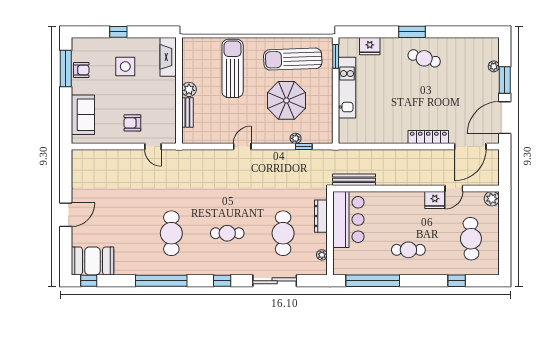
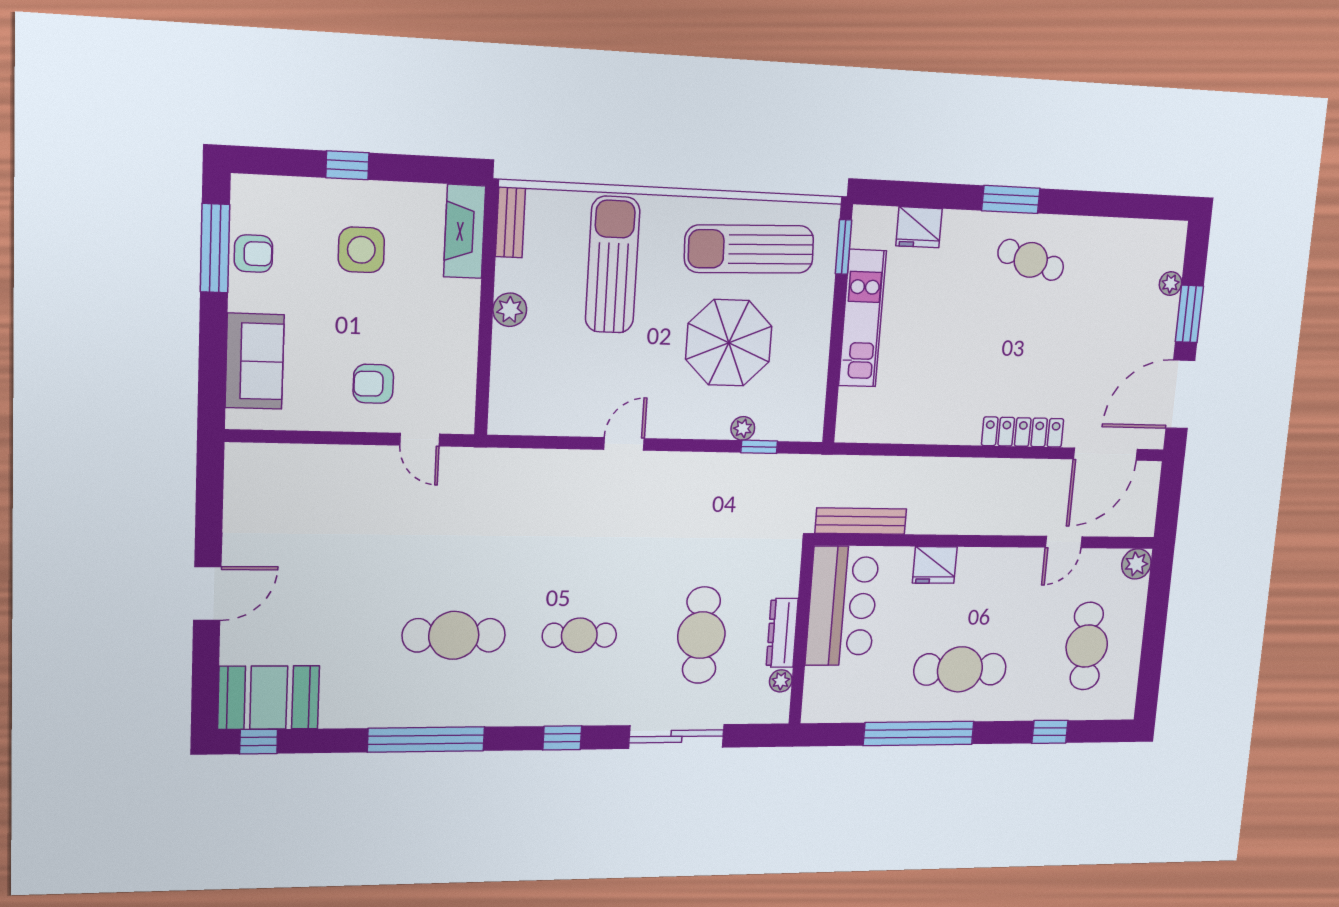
bench: (187, 113) -> (510, 222), moved
fridge: (435, 200) -> (935, 565), moved
dresser: (321, 216) -> (782, 633), moved
cafe table: (171, 233) -> (454, 635), turned 90
cafe table: (408, 250) -> (960, 669), width x1.37, depth x1.35
window: (373, 281) -> (919, 733), moved

